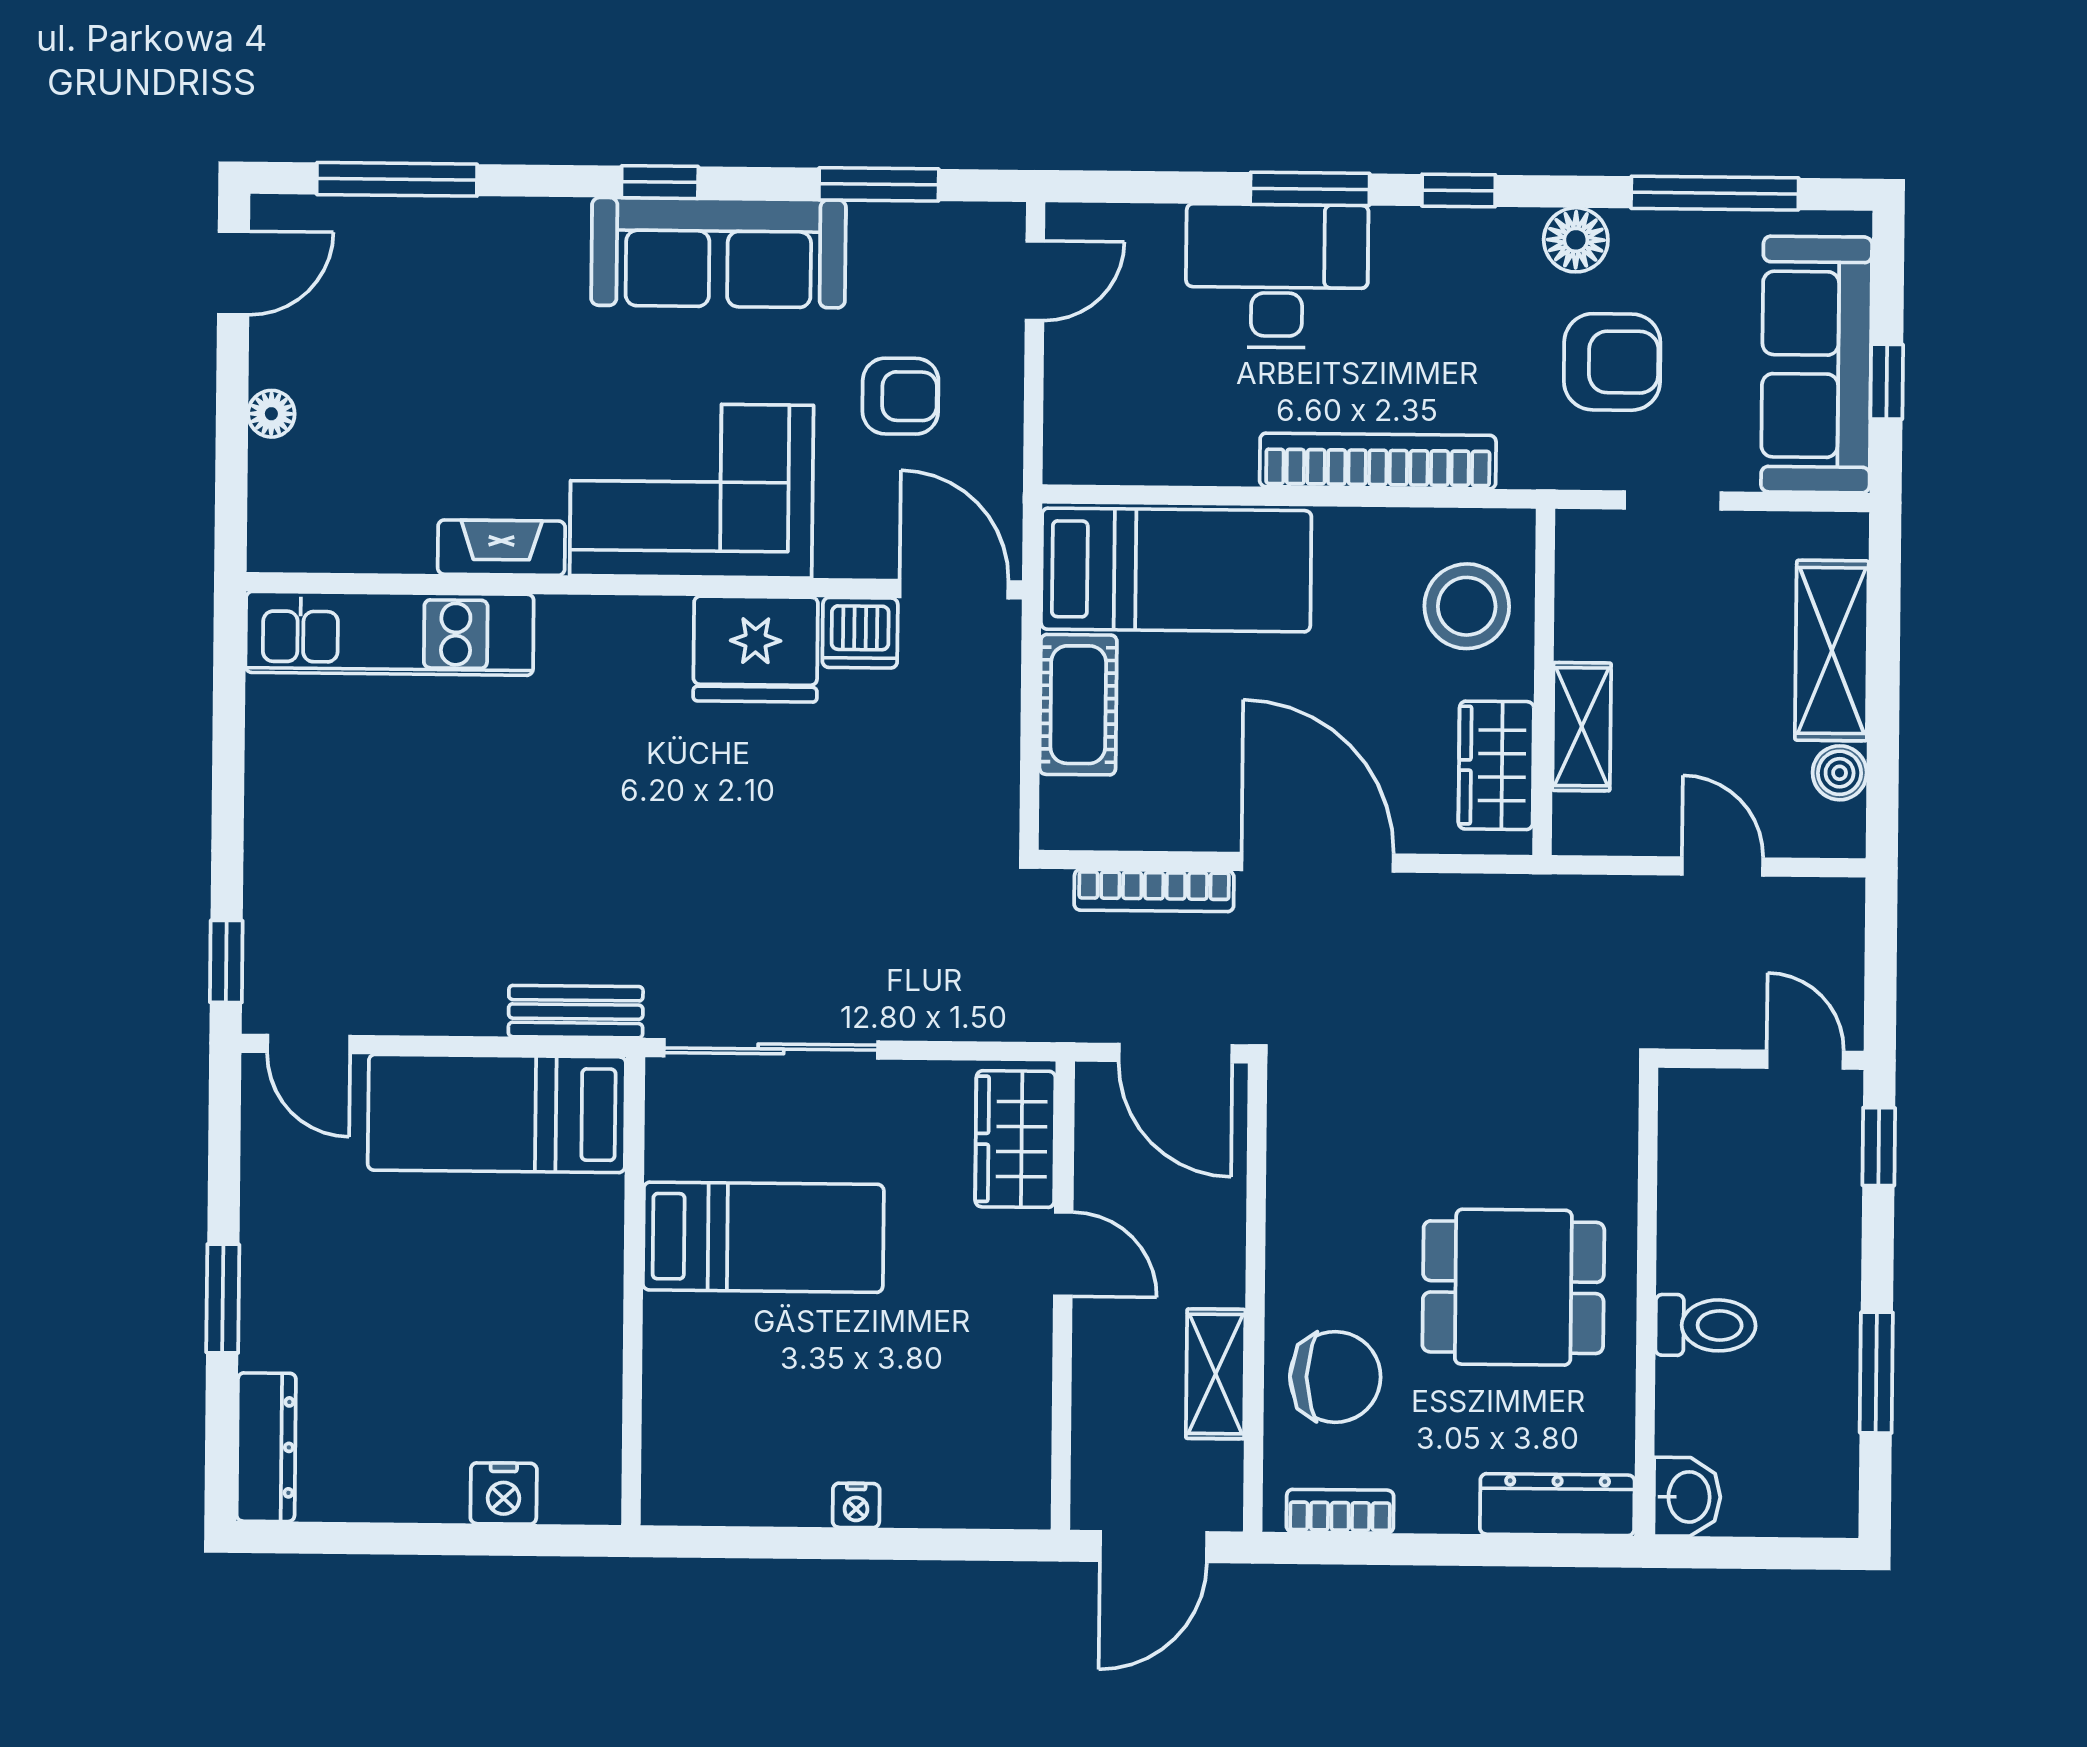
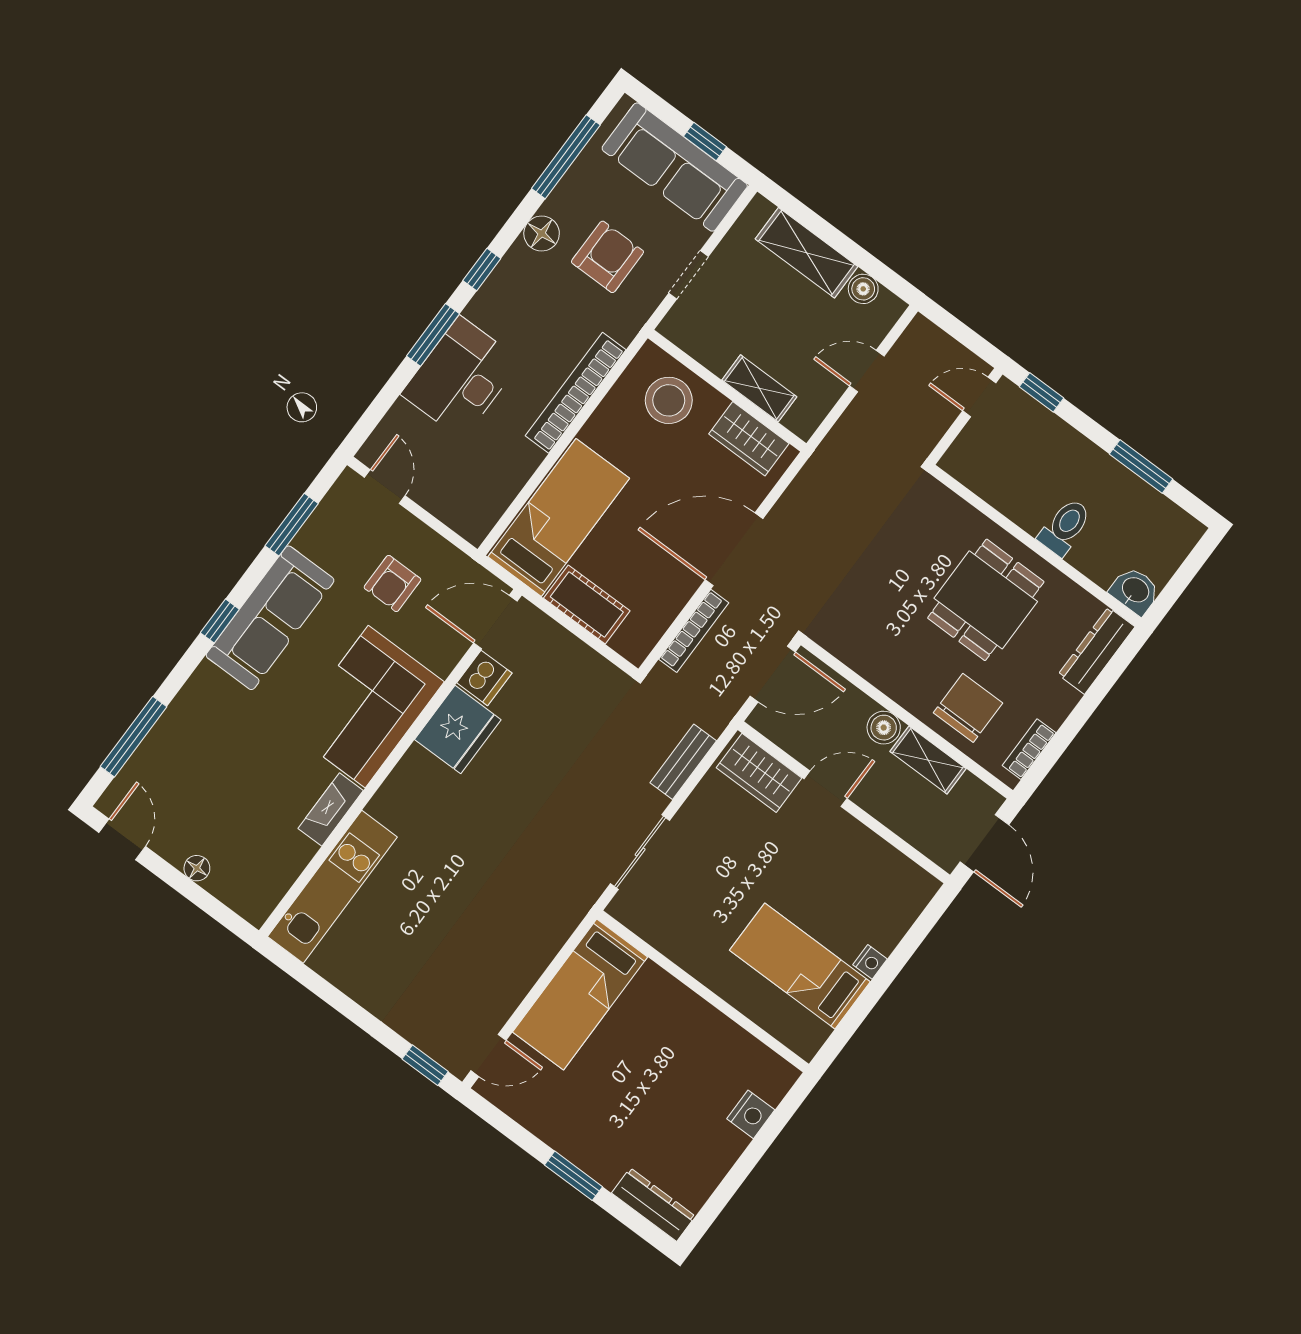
armchair: (900, 396) -> (392, 584), turned 180
bench: (576, 1012) -> (683, 762), moved
sliding door: (771, 1049) -> (640, 852), width x0.73
bed: (763, 1237) -> (800, 966), moved, turned -90
boiler: (1216, 1274) -> (884, 728), added

